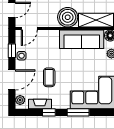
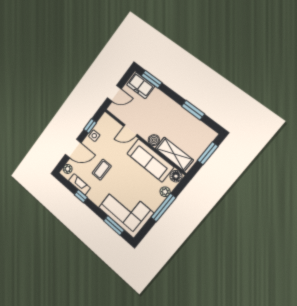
boiler: (68, 17) -> (154, 140), width x0.54, depth x0.54
door: (29, 29) -> (130, 130), moved
window: (78, 112) -> (114, 225), moved

